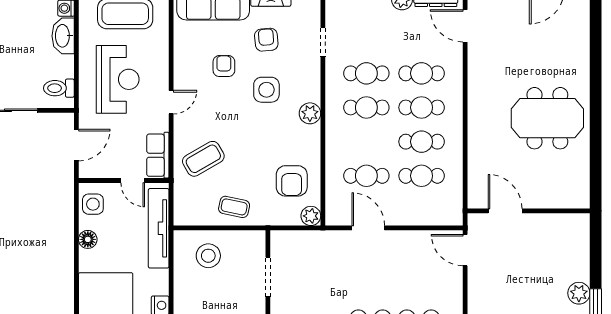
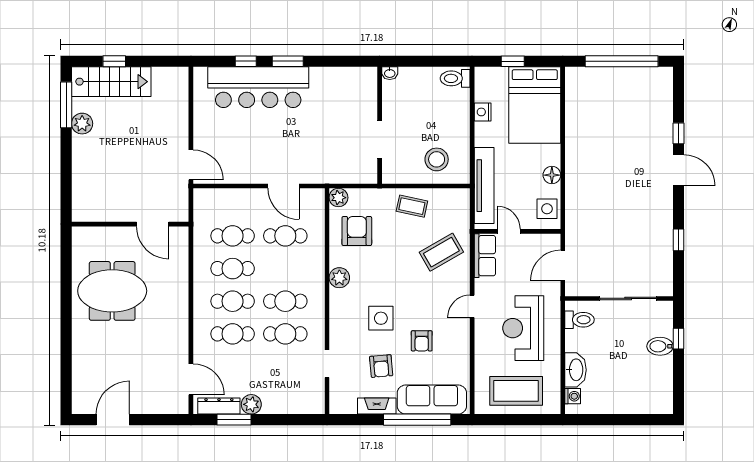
plant: (310, 113) -> (339, 278), moved
door: (505, 211) -> (153, 224), moved
wall: (529, 211) -> (130, 224), moved

